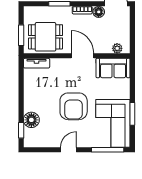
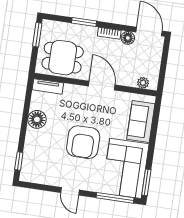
window: (21, 35) -> (37, 35), moved
sofa: (113, 68) -> (141, 121), moved, turned 90
window: (132, 114) -> (146, 182), moved
floor lamp: (31, 120) -> (37, 119), moved
door: (68, 150) -> (70, 191), swing flipped

